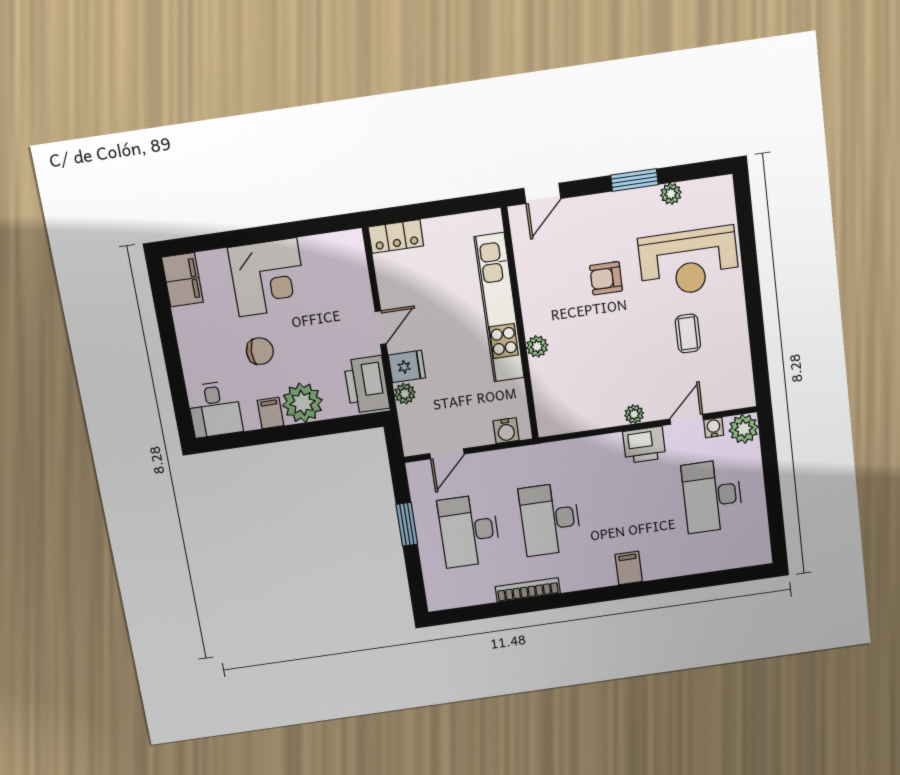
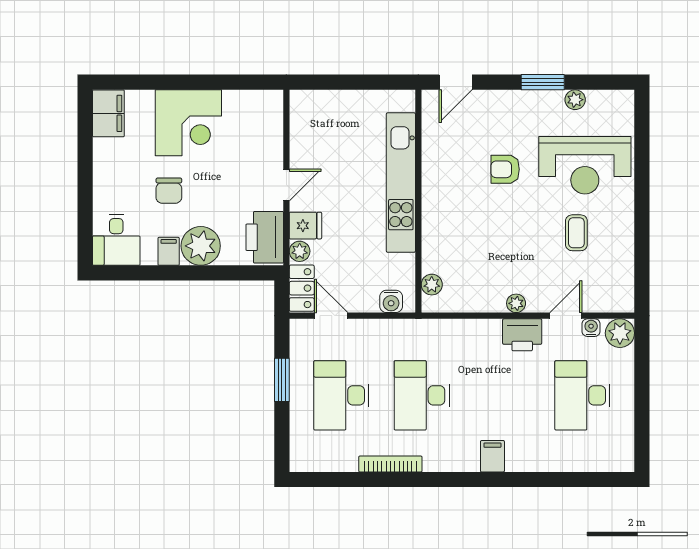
locker: (396, 236) -> (302, 288), moved, turned -90
plant: (537, 346) -> (432, 285), moved
chair: (260, 351) -> (169, 191), turned 89
door: (447, 454) -> (331, 316), swing flipped

